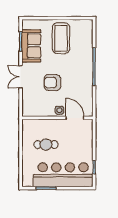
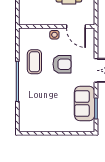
coffee table: (61, 38) -> (34, 62), moved, width x0.73, depth x0.76
door: (75, 118) -> (76, 27), moved

